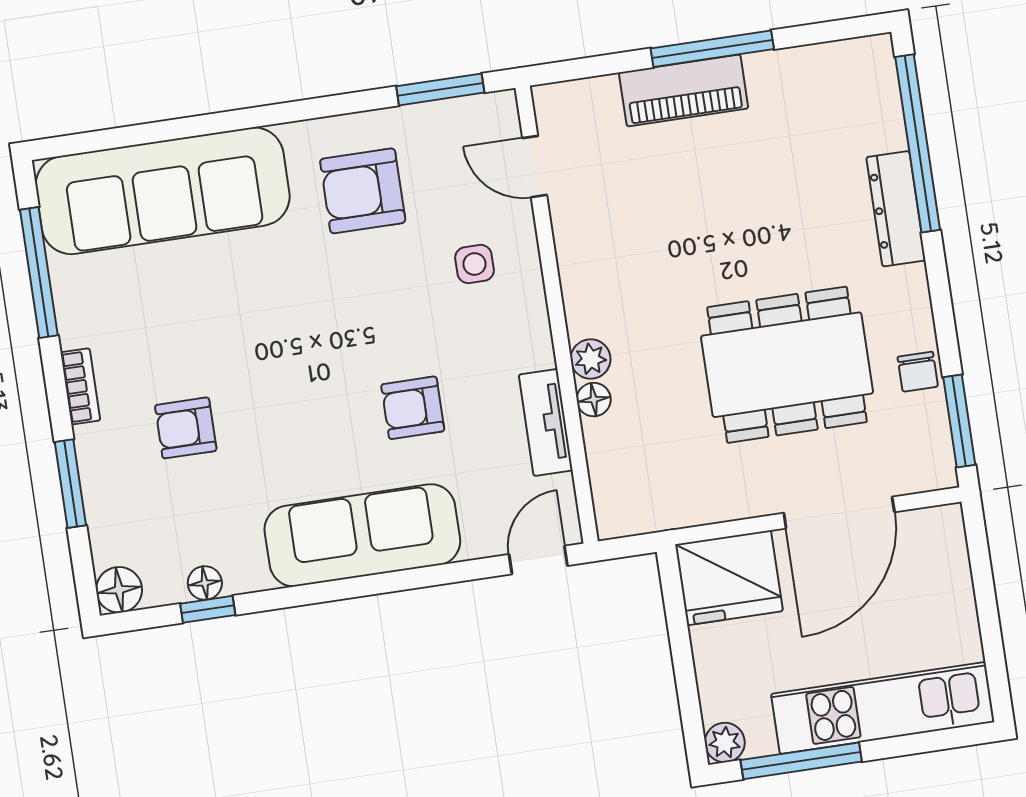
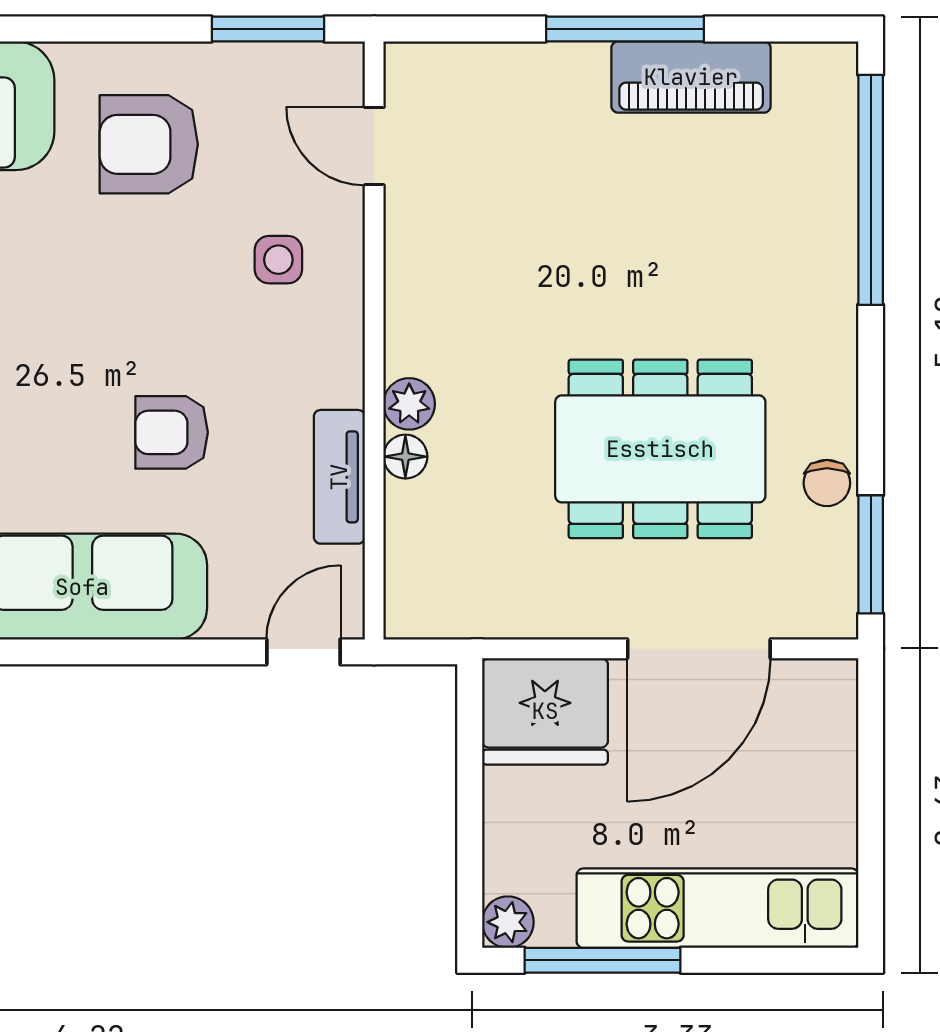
piano: (684, 90) -> (691, 77), moved
dresser: (896, 209) -> (830, 270), removed

